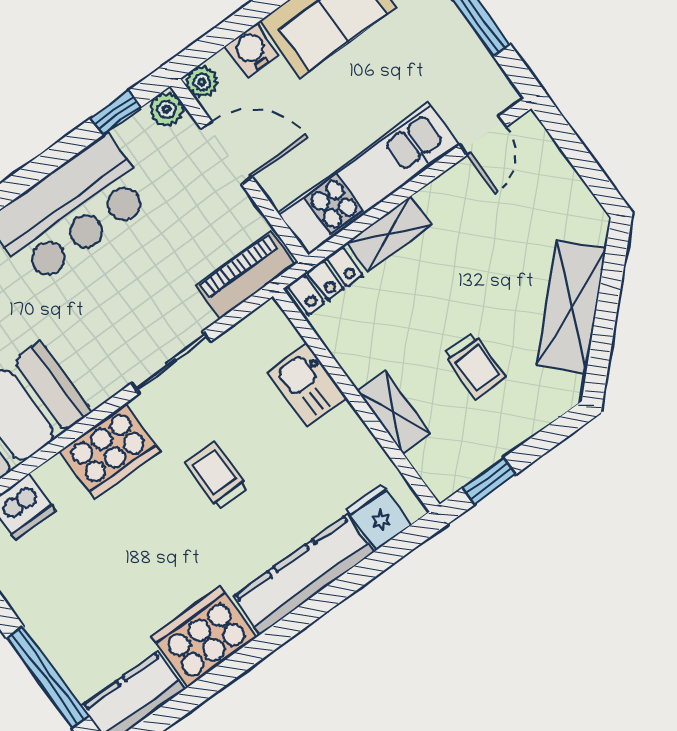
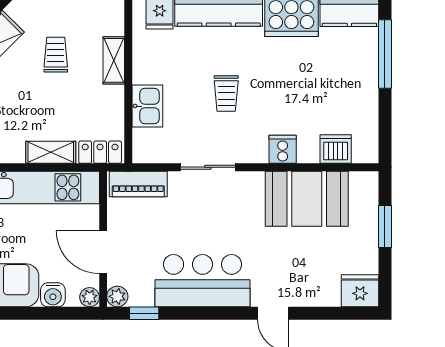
cooker: (110, 451) -> (283, 149), width x0.53, depth x0.76

